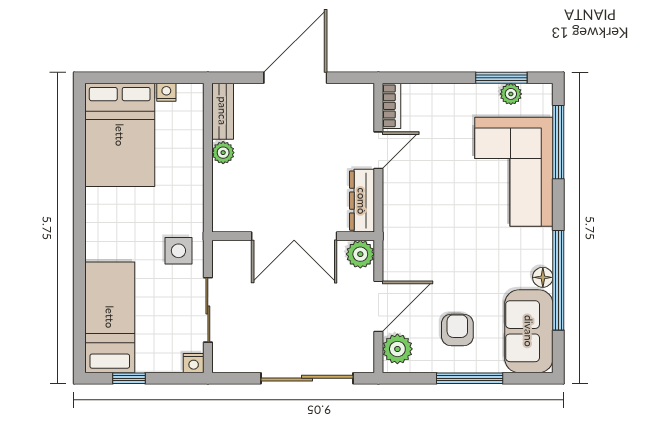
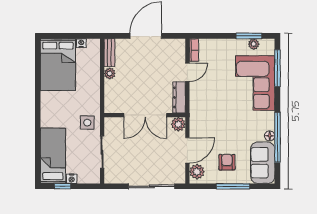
nightstand: (194, 363) -> (72, 179), moved

